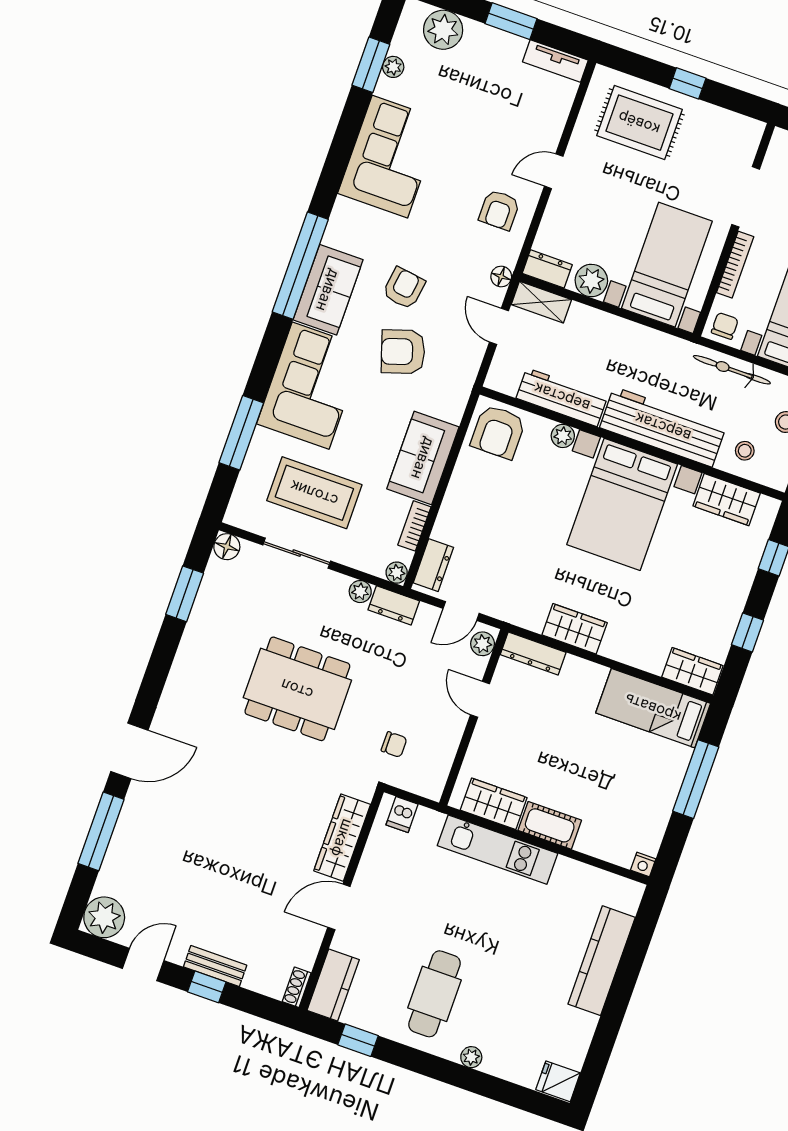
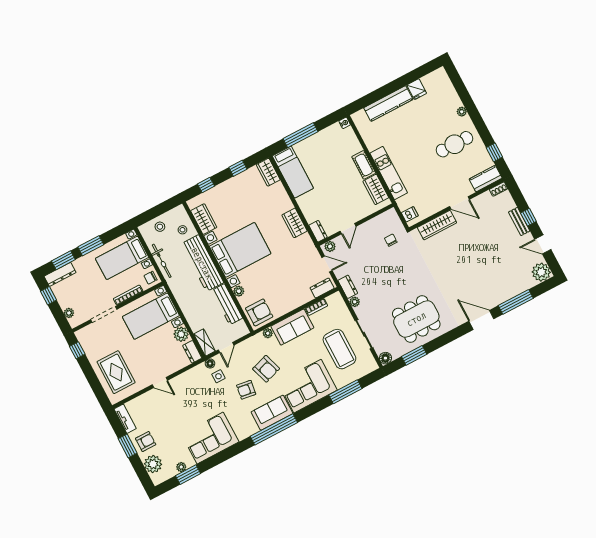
window: (688, 83) -> (77, 350), moved
armchair: (499, 210) -> (146, 441), moved
side table: (469, 269) -> (218, 376), added
plant: (397, 573) -> (268, 333), moved
dresser: (533, 654) -> (318, 231), width x0.70
dining table: (297, 689) -> (416, 319), moved, turned 90
fridge: (558, 1081) -> (417, 89), moved

